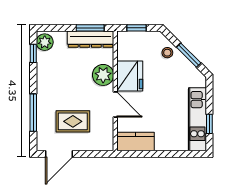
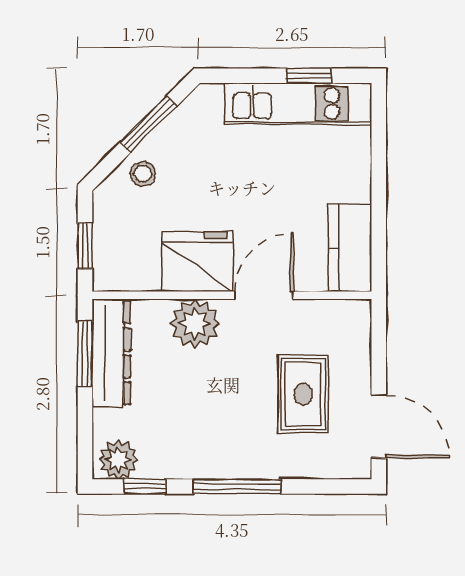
window: (33, 113) -> (237, 486), moved

